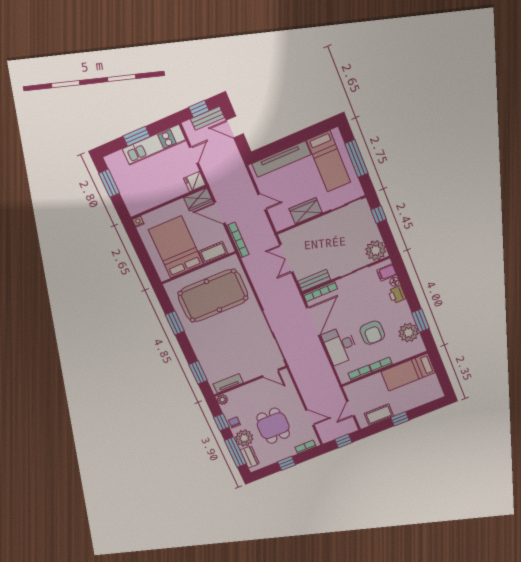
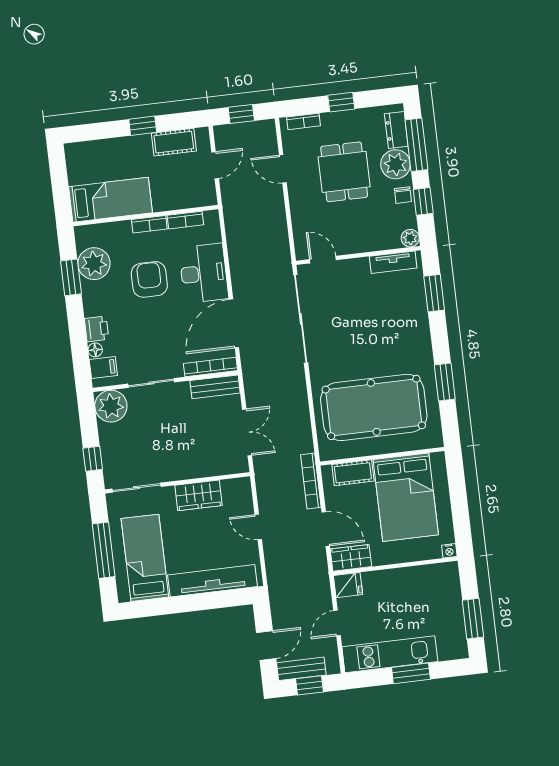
door: (235, 127) -> (266, 646), hinge flipped

